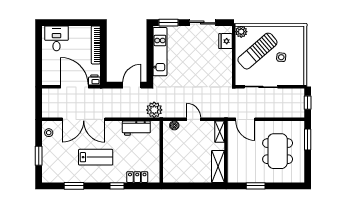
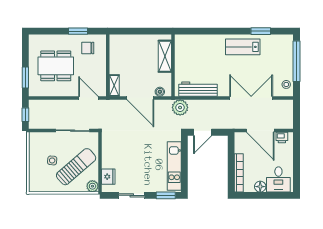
floor lamp: (75, 31) -> (260, 187), added
printer: (94, 80) -> (282, 138), moved
door: (194, 119) -> (140, 98), width x1.87
workbench: (136, 128) -> (198, 89), width x1.38
dining table: (278, 151) -> (56, 66), turned 90
window: (39, 156) -> (296, 61), width x2.11
lab bench: (96, 157) -> (243, 47), moved
shelving: (218, 166) -> (165, 56), moved
chair: (246, 169) -> (88, 48), added
locker: (137, 177) -> (197, 40), removed
window: (117, 186) -> (217, 31), removed

